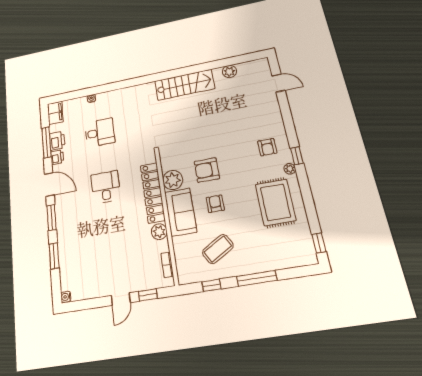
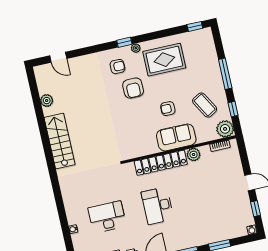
door: (278, 83) -> (58, 57), swing flipped
desk: (100, 133) -> (107, 217), width x1.37
armchair: (207, 170) -> (133, 88), moved
plant: (173, 180) -> (225, 129), moved
desk: (106, 187) -> (158, 206), width x1.37
window: (148, 295) -> (256, 209), moved

